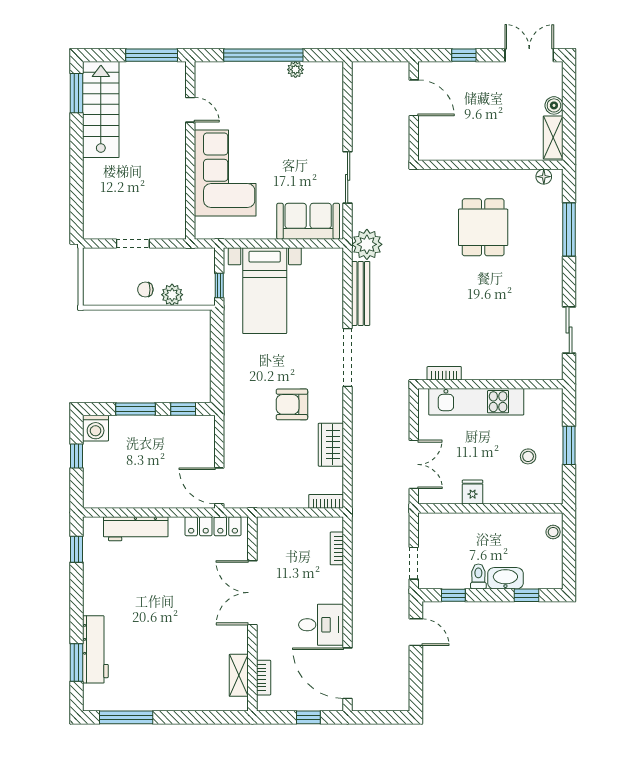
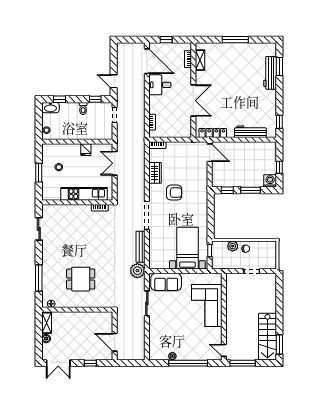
door: (190, 110) -> (224, 350), moved
dining table: (483, 227) -> (81, 279), turned 90
washbasin: (505, 578) -> (50, 108), moved
window: (126, 717) -> (235, 40), moved

